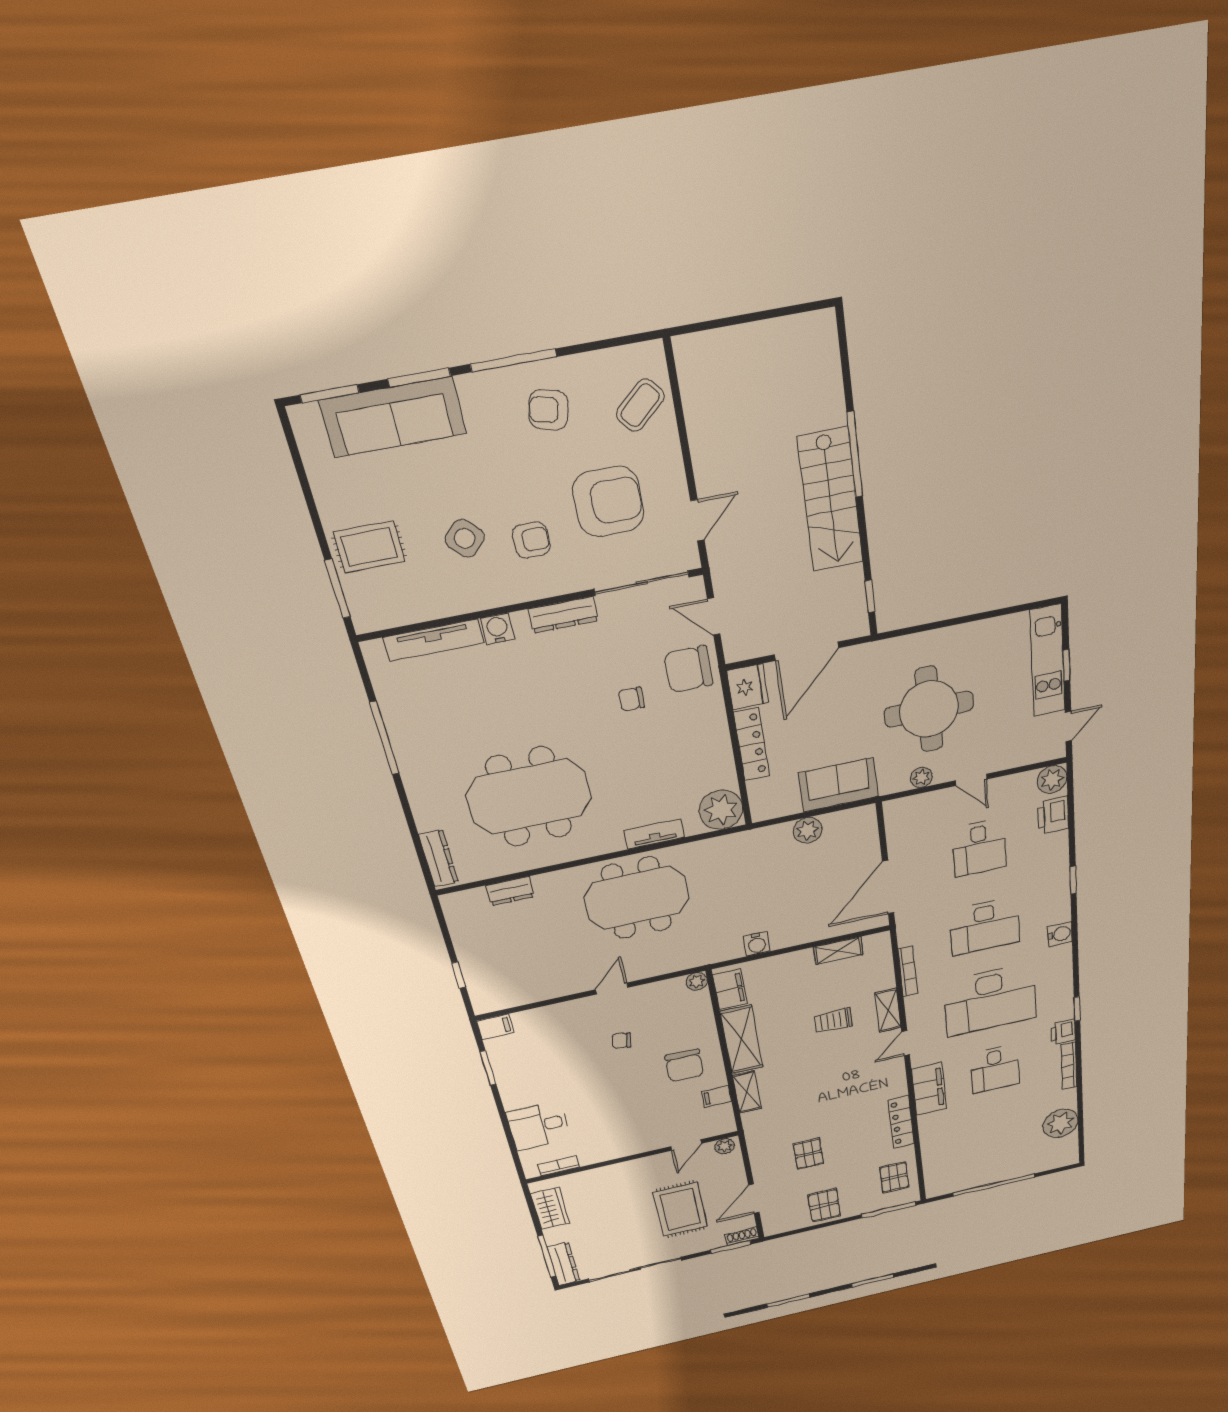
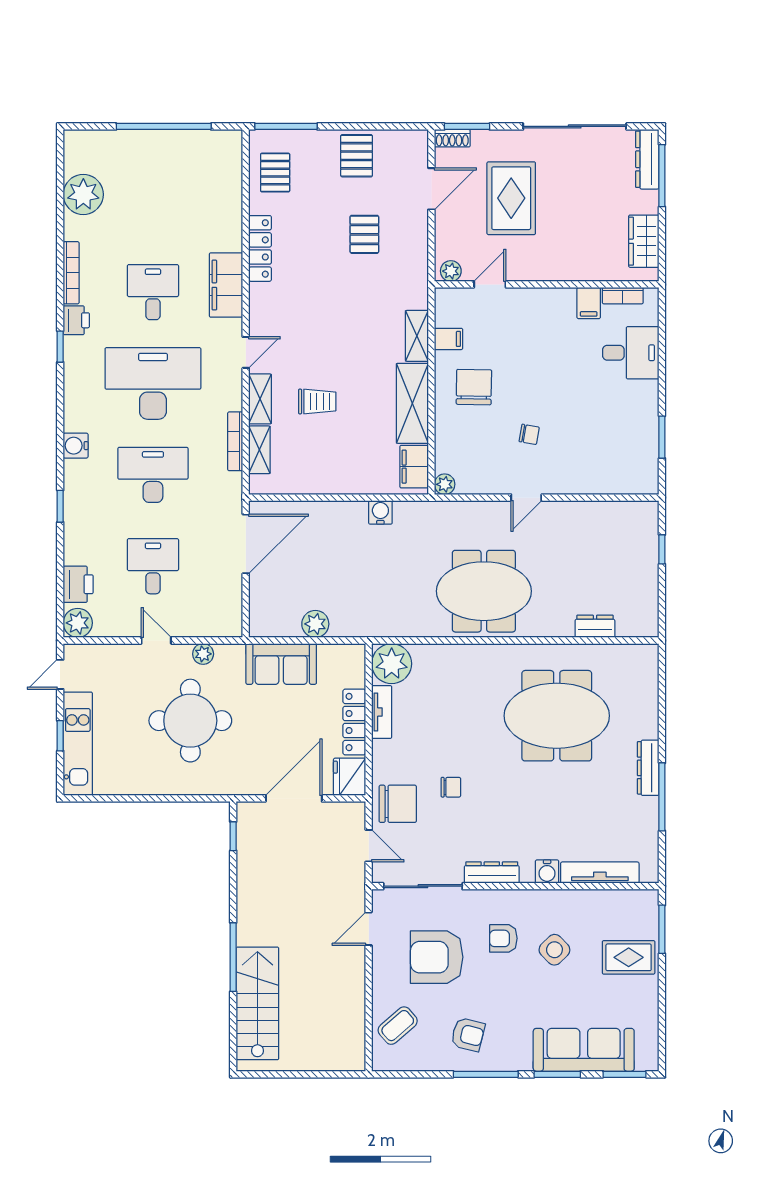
stairs: (830, 500) -> (257, 1003), moved
tv unit: (654, 834) -> (382, 712), moved, turned -90
dresser: (439, 858) -> (648, 768), moved
shelving: (838, 951) -> (259, 450), moved, turned 90
filing cabinet: (495, 1027) -> (589, 303), moved, turned -90

